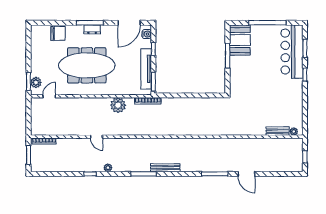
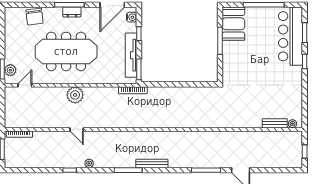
chair: (58, 33) -> (34, 17), turned 83
plant: (118, 105) -> (75, 95), moved

